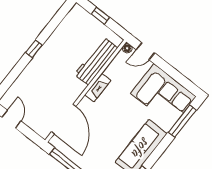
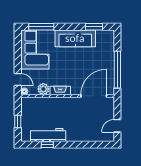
window: (34, 49) -> (47, 145), moved
workbench: (96, 61) -> (48, 135), moved, turned 180
plant: (114, 71) -> (43, 89), added

